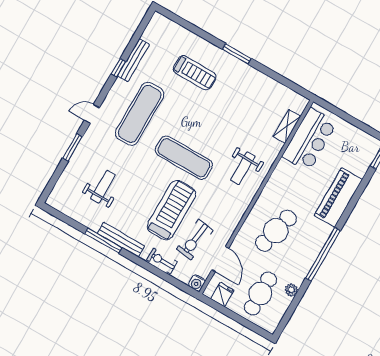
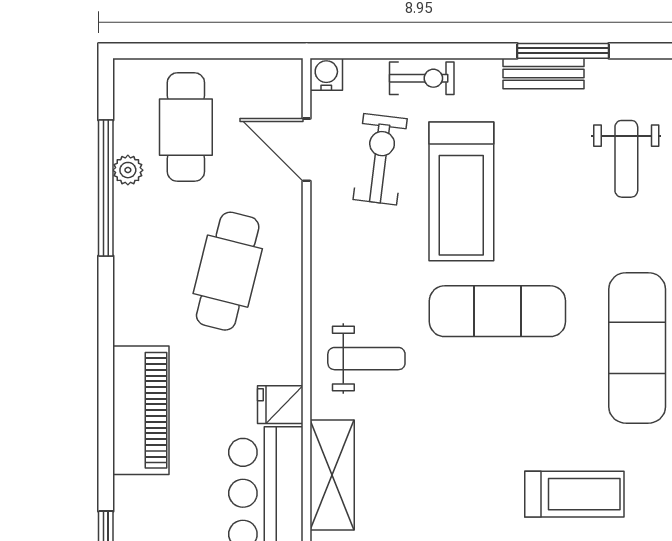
treadmill: (195, 73) -> (574, 494), turned 180
shelving: (287, 126) -> (332, 475), width x1.50, depth x1.33
weight bench: (243, 168) -> (366, 359), turned 90
bench: (121, 240) -> (544, 73), width x0.73
window: (323, 254) -> (106, 188), moved
fridge: (222, 295) -> (280, 405), moved, turned 90

